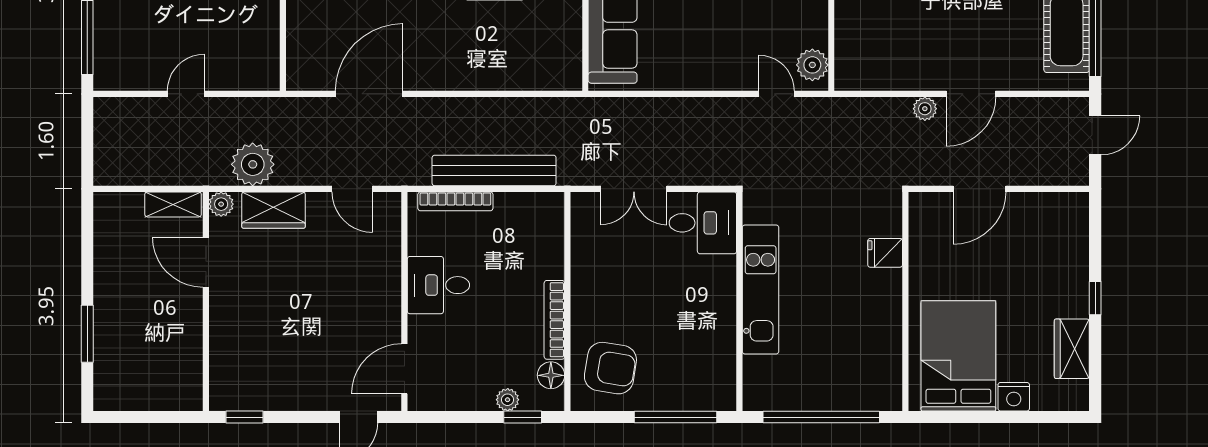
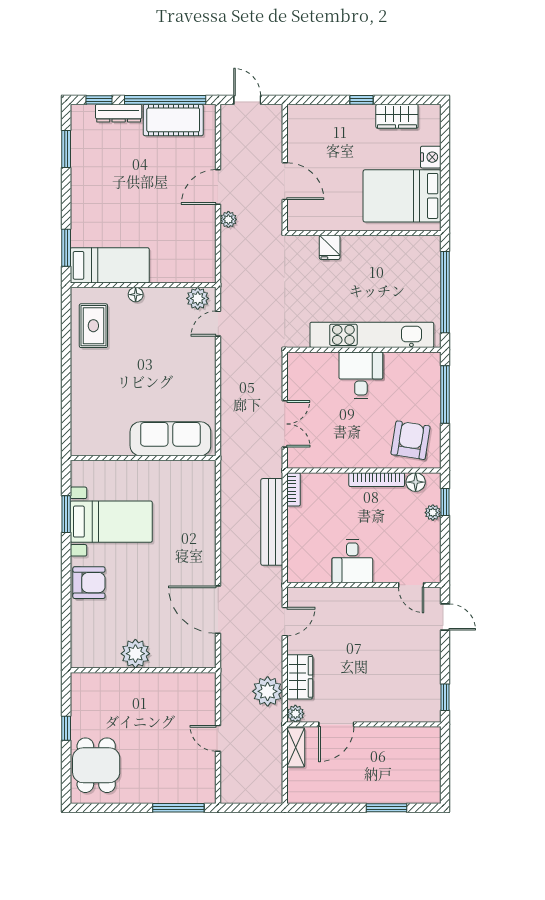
door: (971, 94) -> (218, 187), swing flipped
bookcase: (455, 201) -> (293, 489), moved, width x0.64
desk: (703, 223) -> (361, 375), moved
kitchen unit: (761, 289) -> (372, 335), width x1.36
door: (404, 369) -> (411, 585), width x0.73

